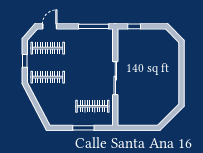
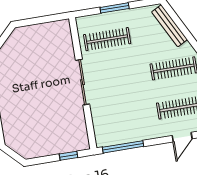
bench: (46, 109) -> (170, 26), added

